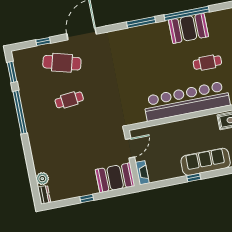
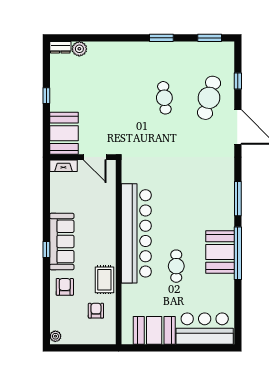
window: (20, 112) -> (161, 38), width x0.47
window: (194, 178) -> (46, 250), moved

